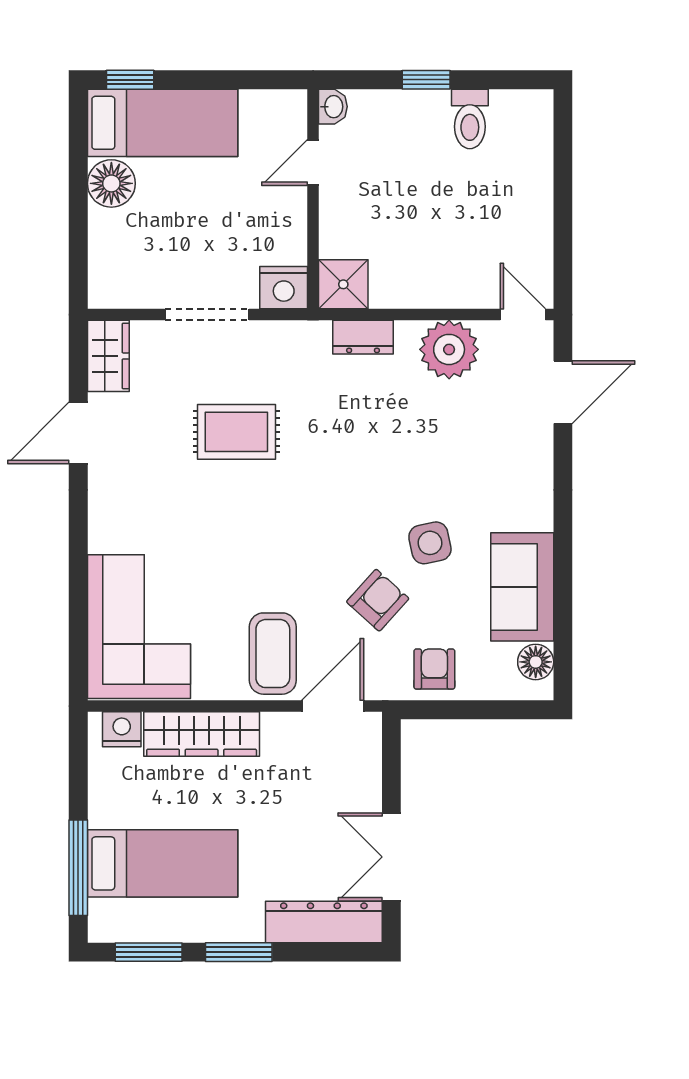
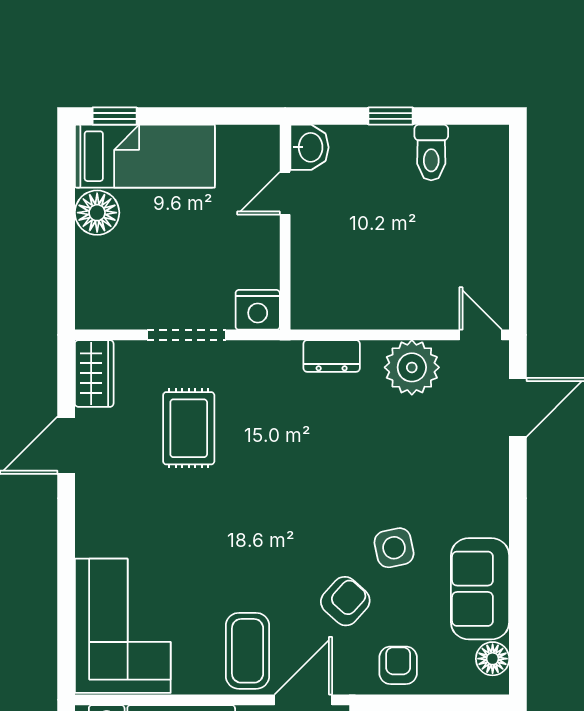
washbasin: (333, 107) -> (309, 147), width x1.38, depth x1.45
shower: (343, 284) -> (313, 307), removed
rug: (236, 432) -> (189, 428), moved, turned 90

